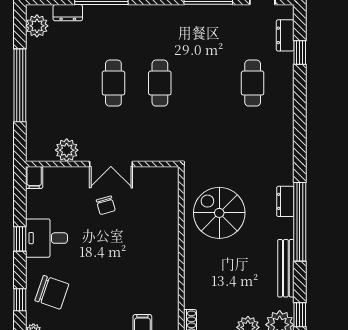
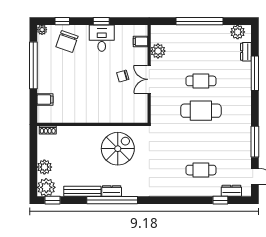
cafe table: (160, 83) -> (201, 111), width x1.37, depth x1.35
filing cabinet: (34, 177) -> (140, 41), moved
dresser: (285, 201) -> (112, 191), moved

